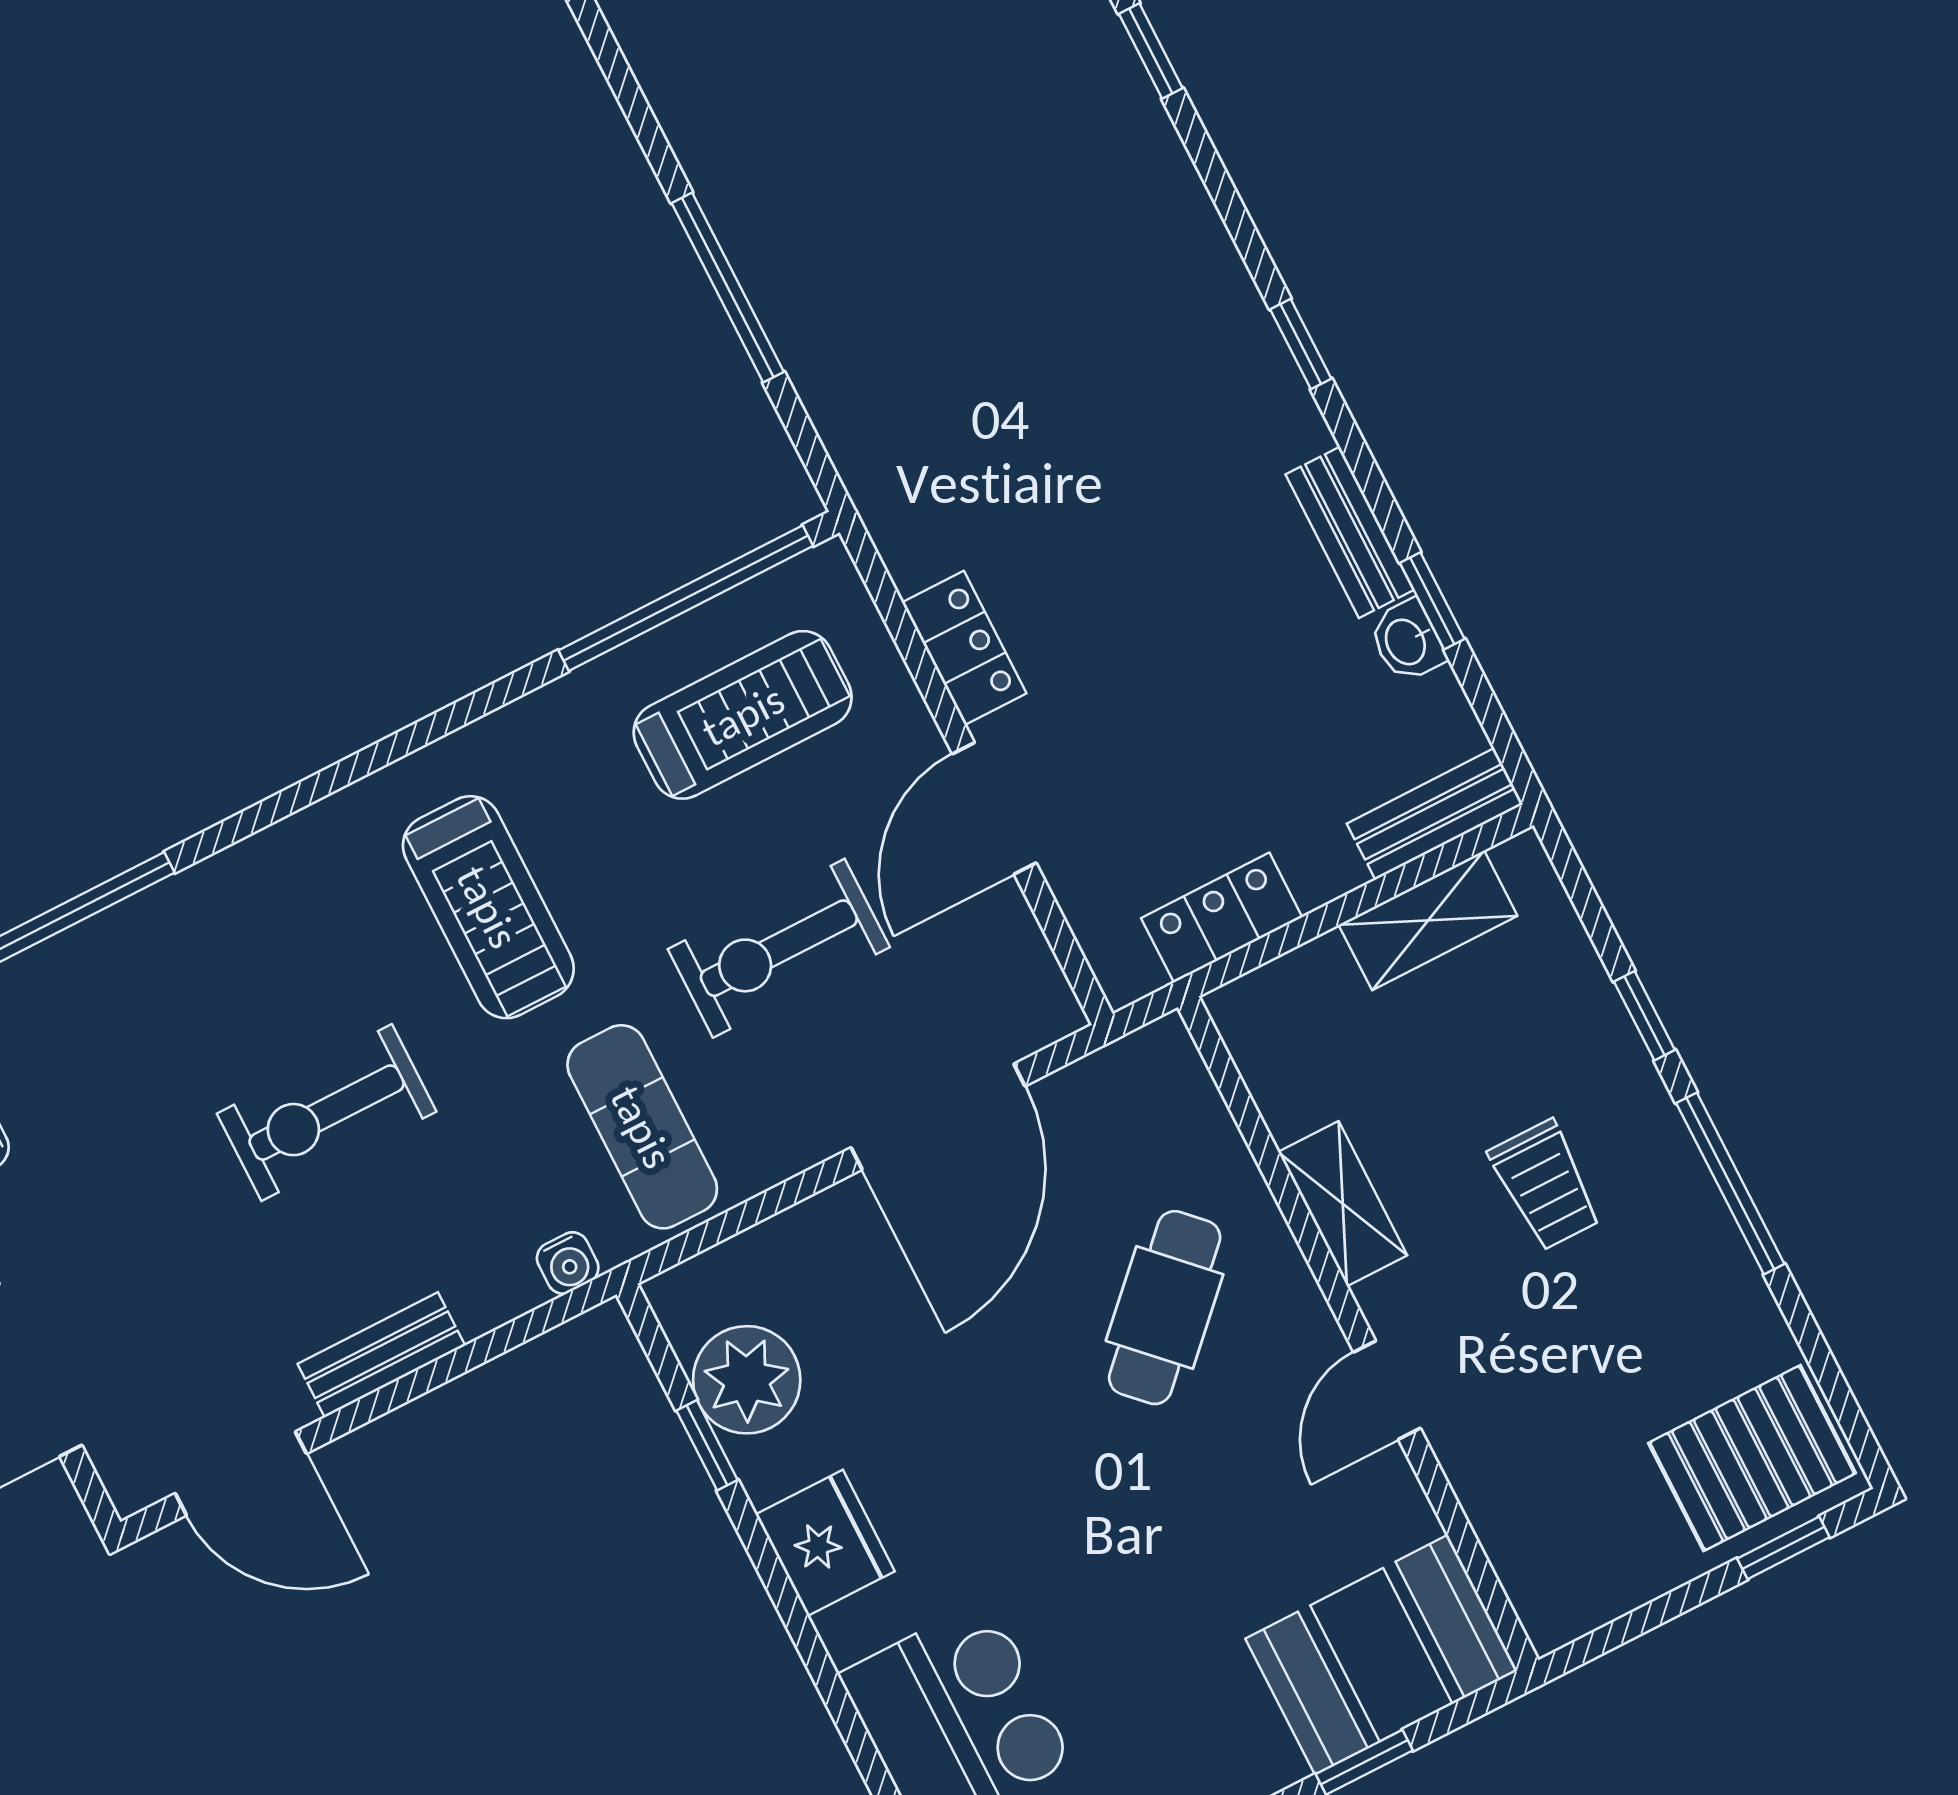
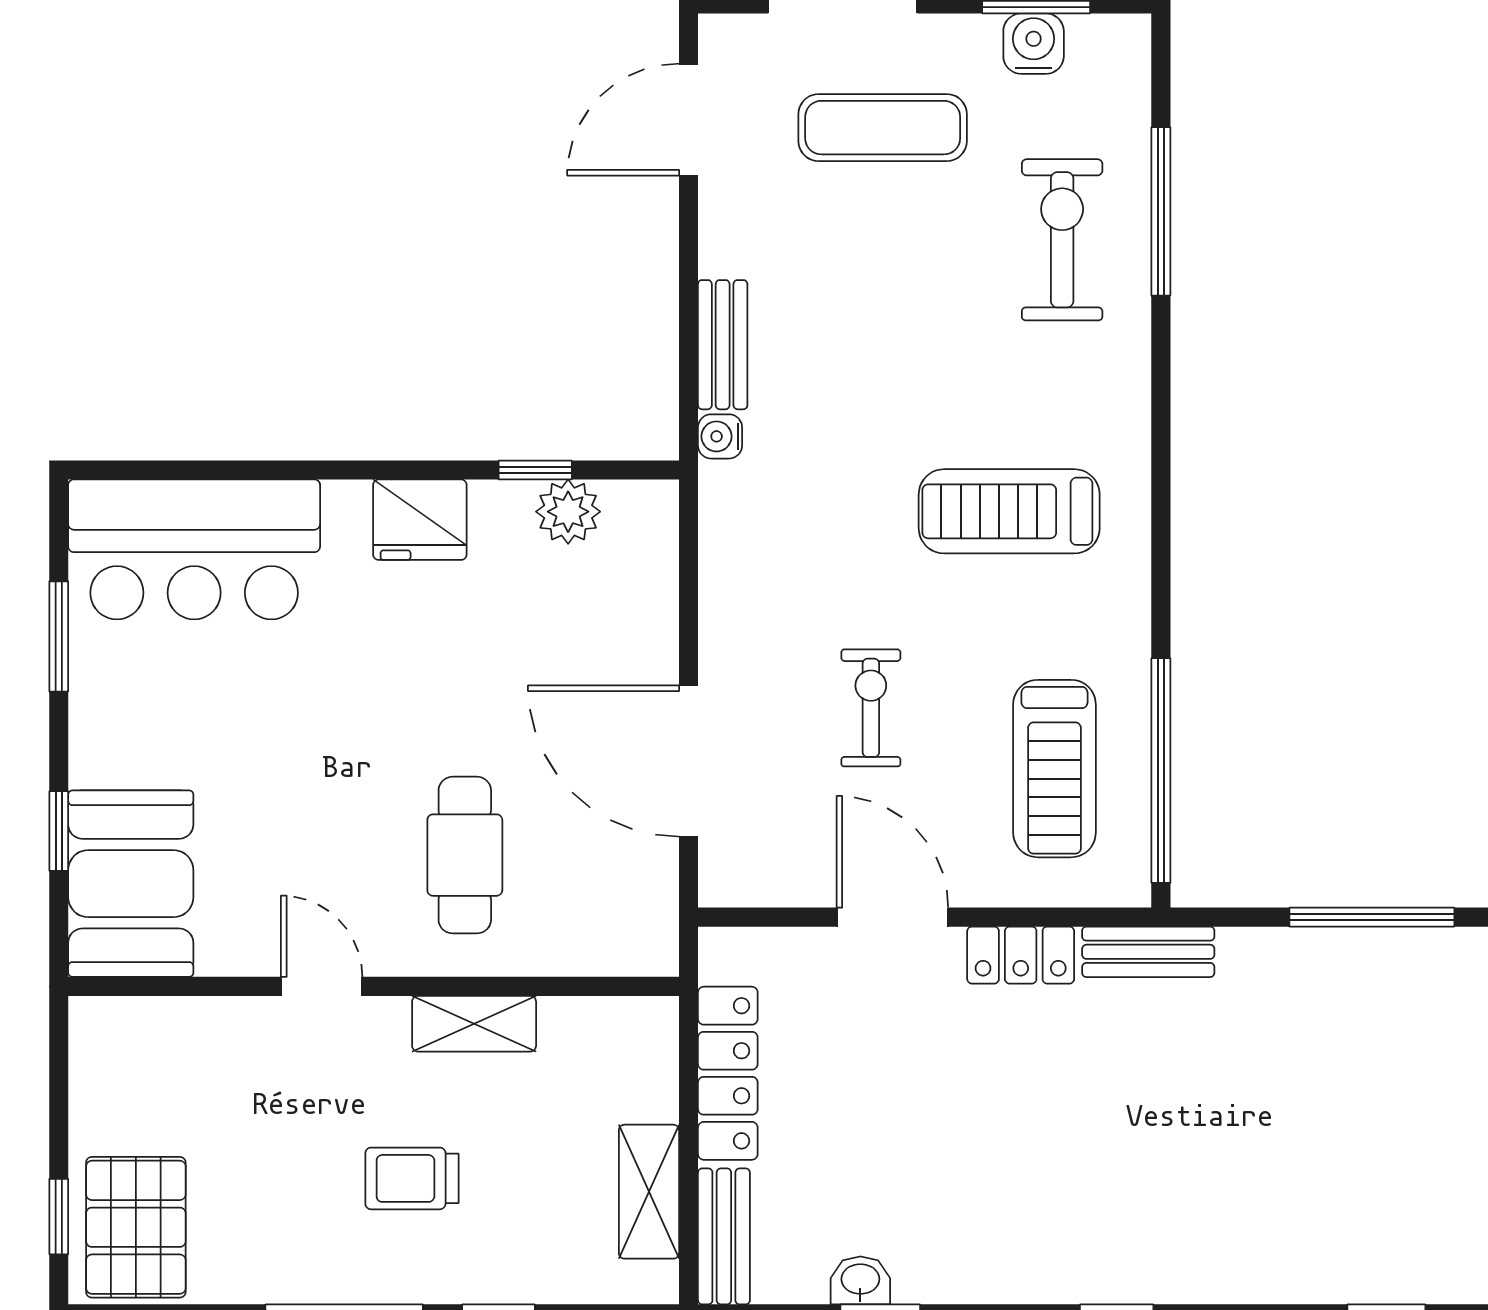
bench: (1349, 532) -> (1148, 952), moved
locker: (1222, 918) -> (728, 1073), width x1.53
exercise bike: (779, 948) -> (871, 708), width x0.73, depth x0.72
exercise bike: (327, 1113) -> (1062, 240), moved
exercise mat: (642, 1127) -> (883, 128), moved
cafe table: (1165, 1308) -> (465, 855), turned 45
bench: (381, 1355) -> (723, 345), moved
plant: (747, 1380) -> (568, 512), width x0.73, depth x0.73

